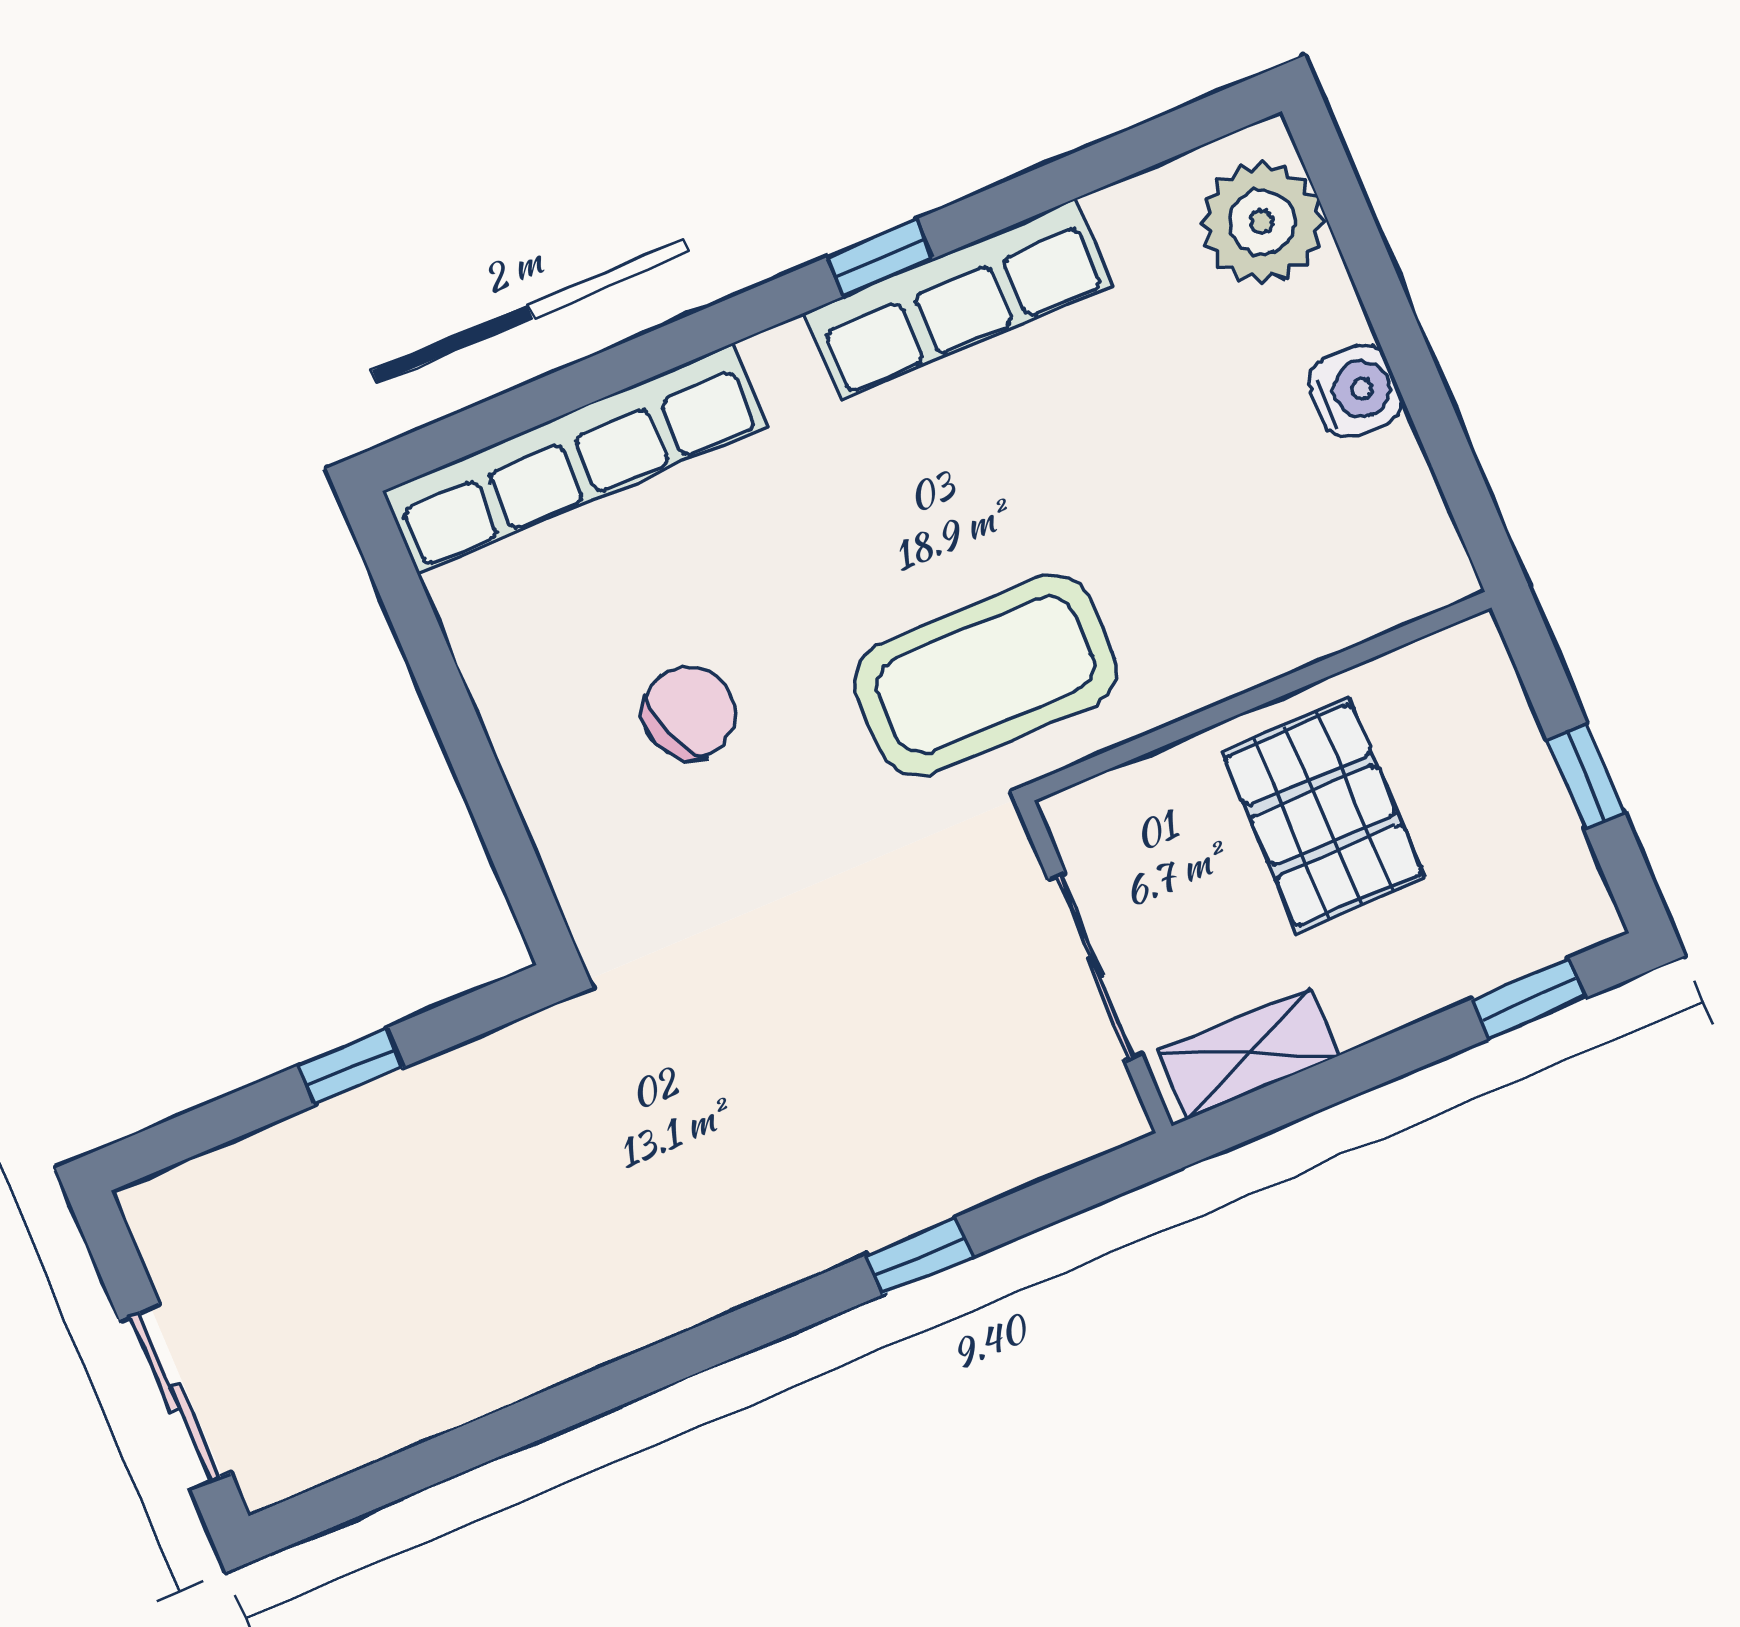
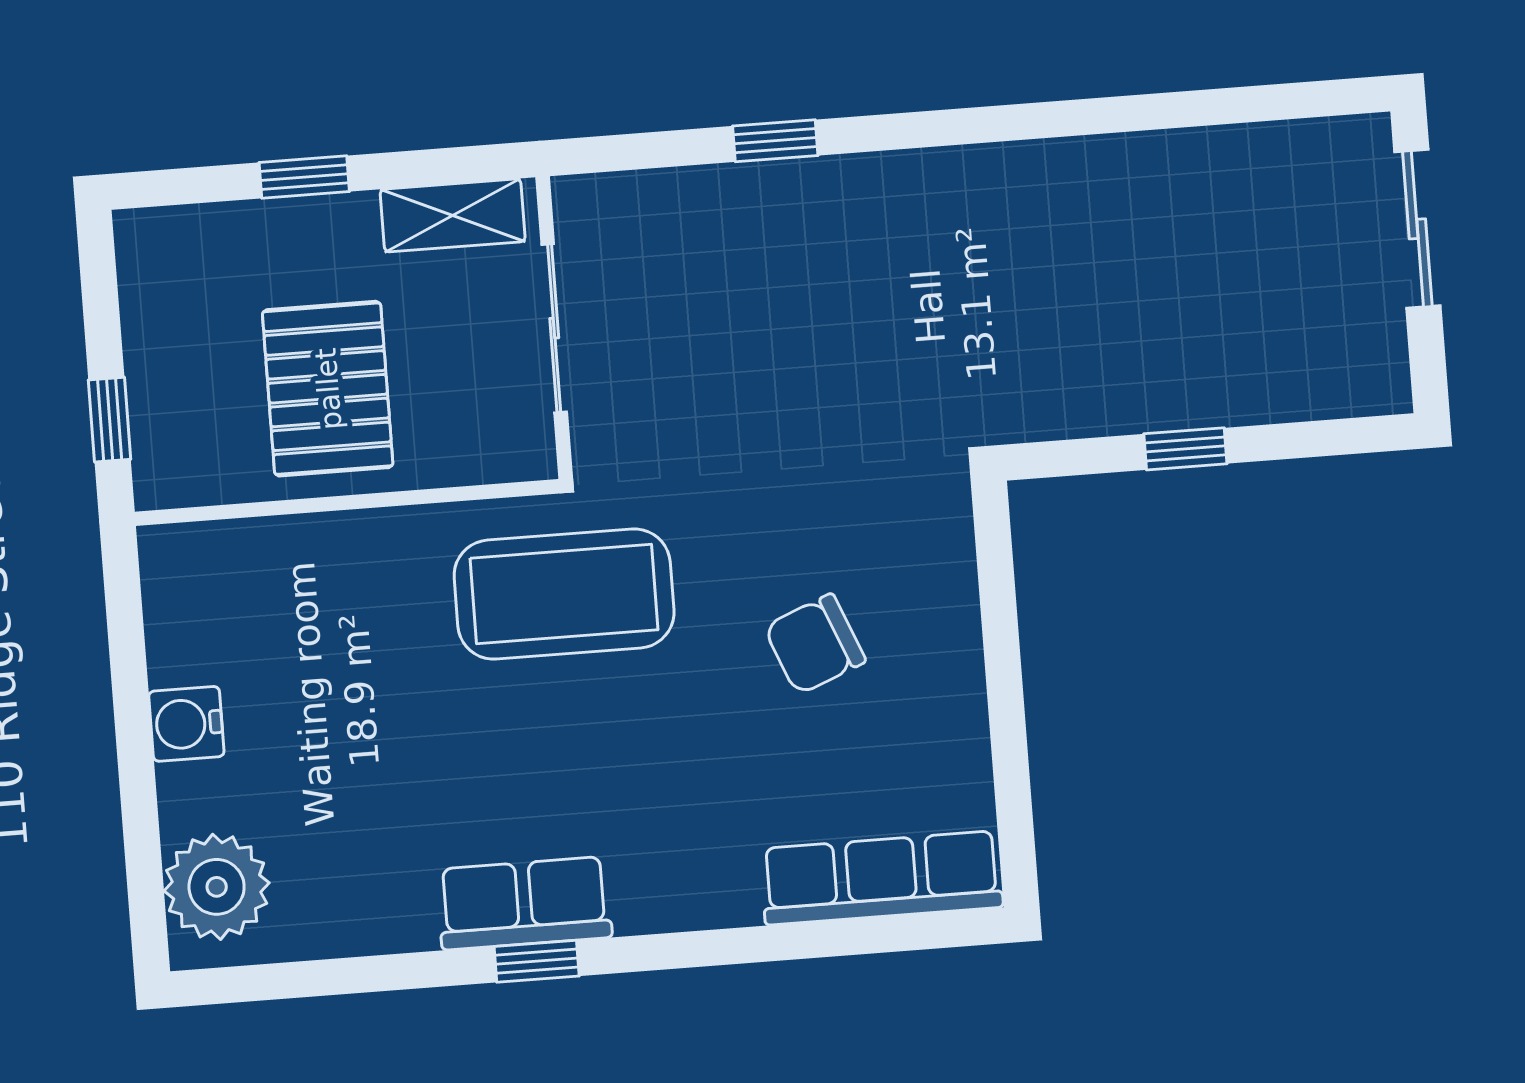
row of seats: (959, 299) -> (524, 903), width x0.68
row of seats: (575, 459) -> (881, 878), width x0.73
window: (1586, 776) -> (110, 420), moved
window: (1528, 999) -> (304, 177), moved

